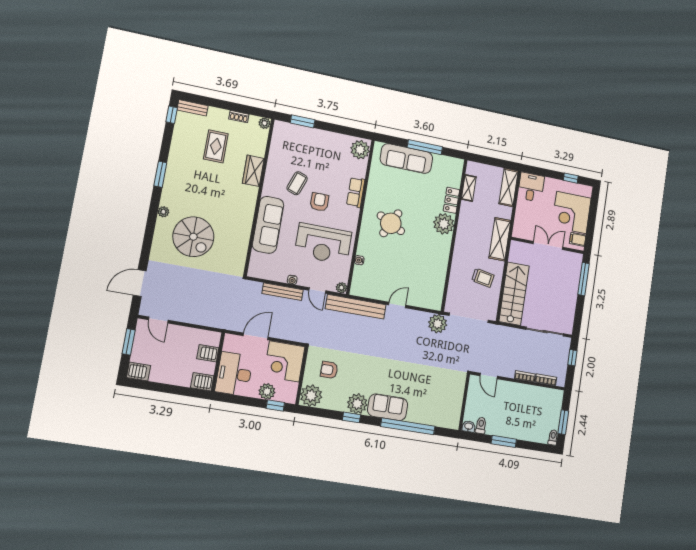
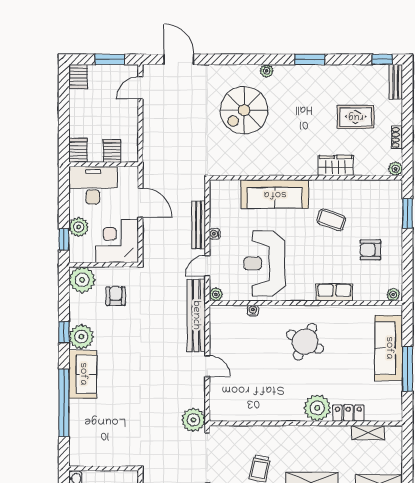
plant: (360, 150) -> (393, 295), width x0.53, depth x0.53
armchair: (319, 202) -> (370, 250), moved, turned 180

